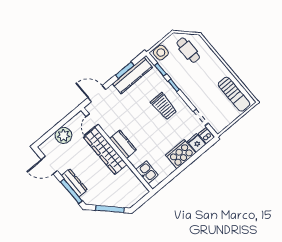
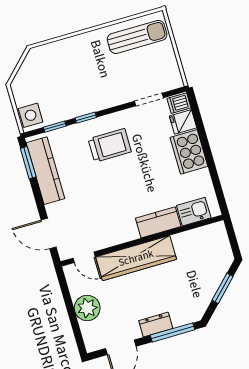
cafe table: (188, 50) -> (45, 74), removed
window: (125, 70) -> (28, 163), moved
door: (97, 94) -> (49, 233), hinge flipped
kitchen counter: (123, 144) -> (158, 222), moved
dresser: (74, 183) -> (156, 325), width x0.70
window: (110, 209) -> (223, 288), width x0.69

